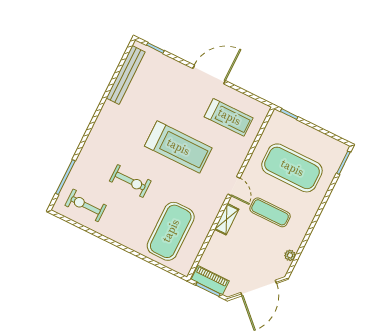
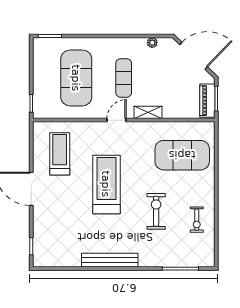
bench: (126, 75) -> (110, 260), moved
exercise bike: (86, 205) -> (197, 220), moved, width x0.73, depth x0.72

